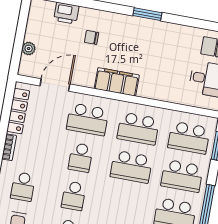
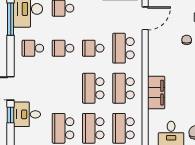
filing cabinet: (117, 82) -> (156, 93), moved
door: (55, 85) -> (145, 18), hinge flipped

